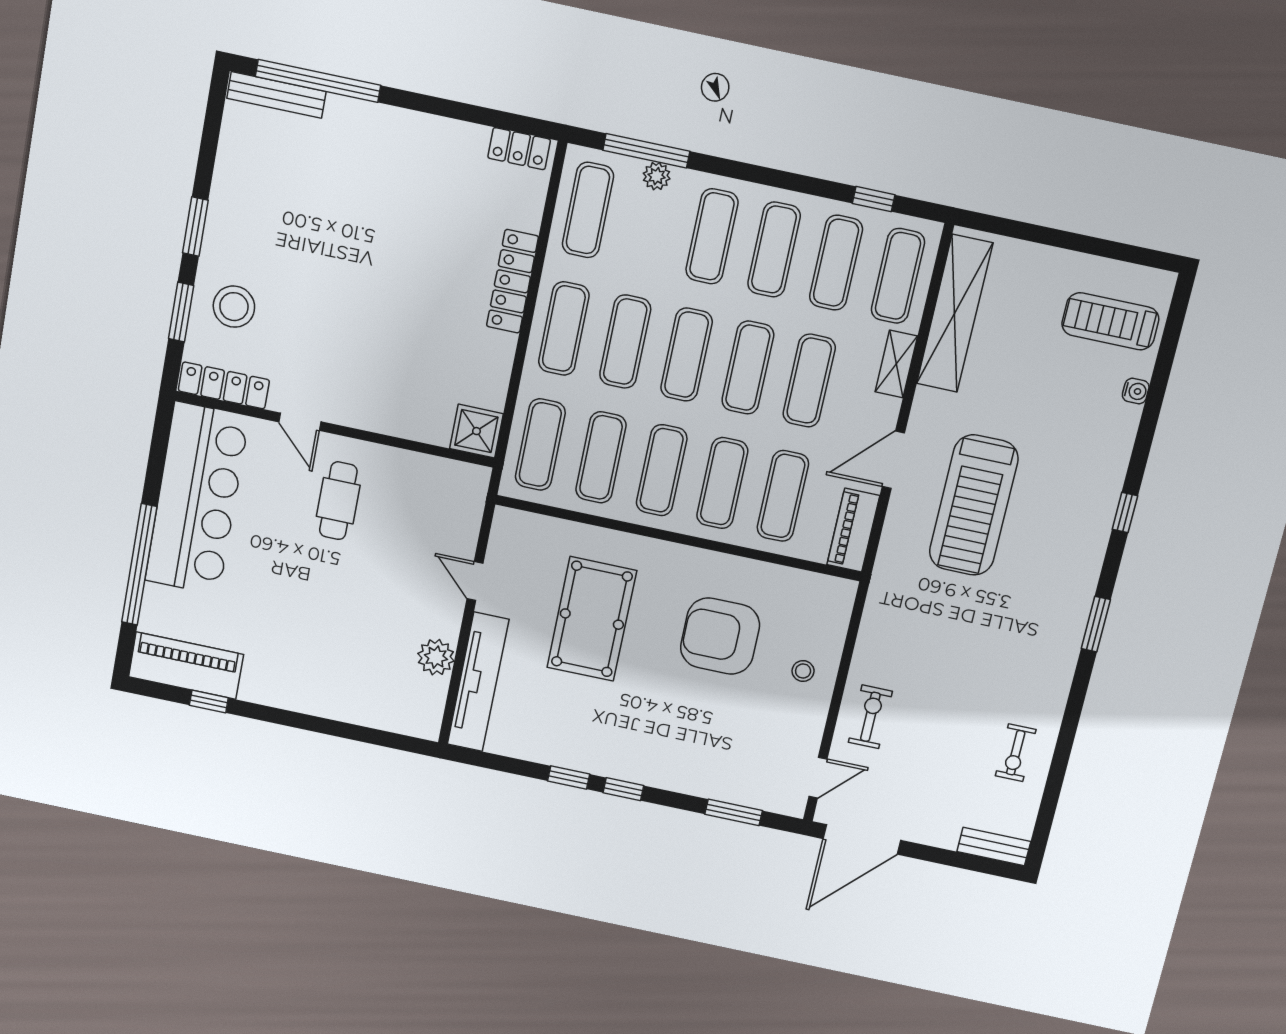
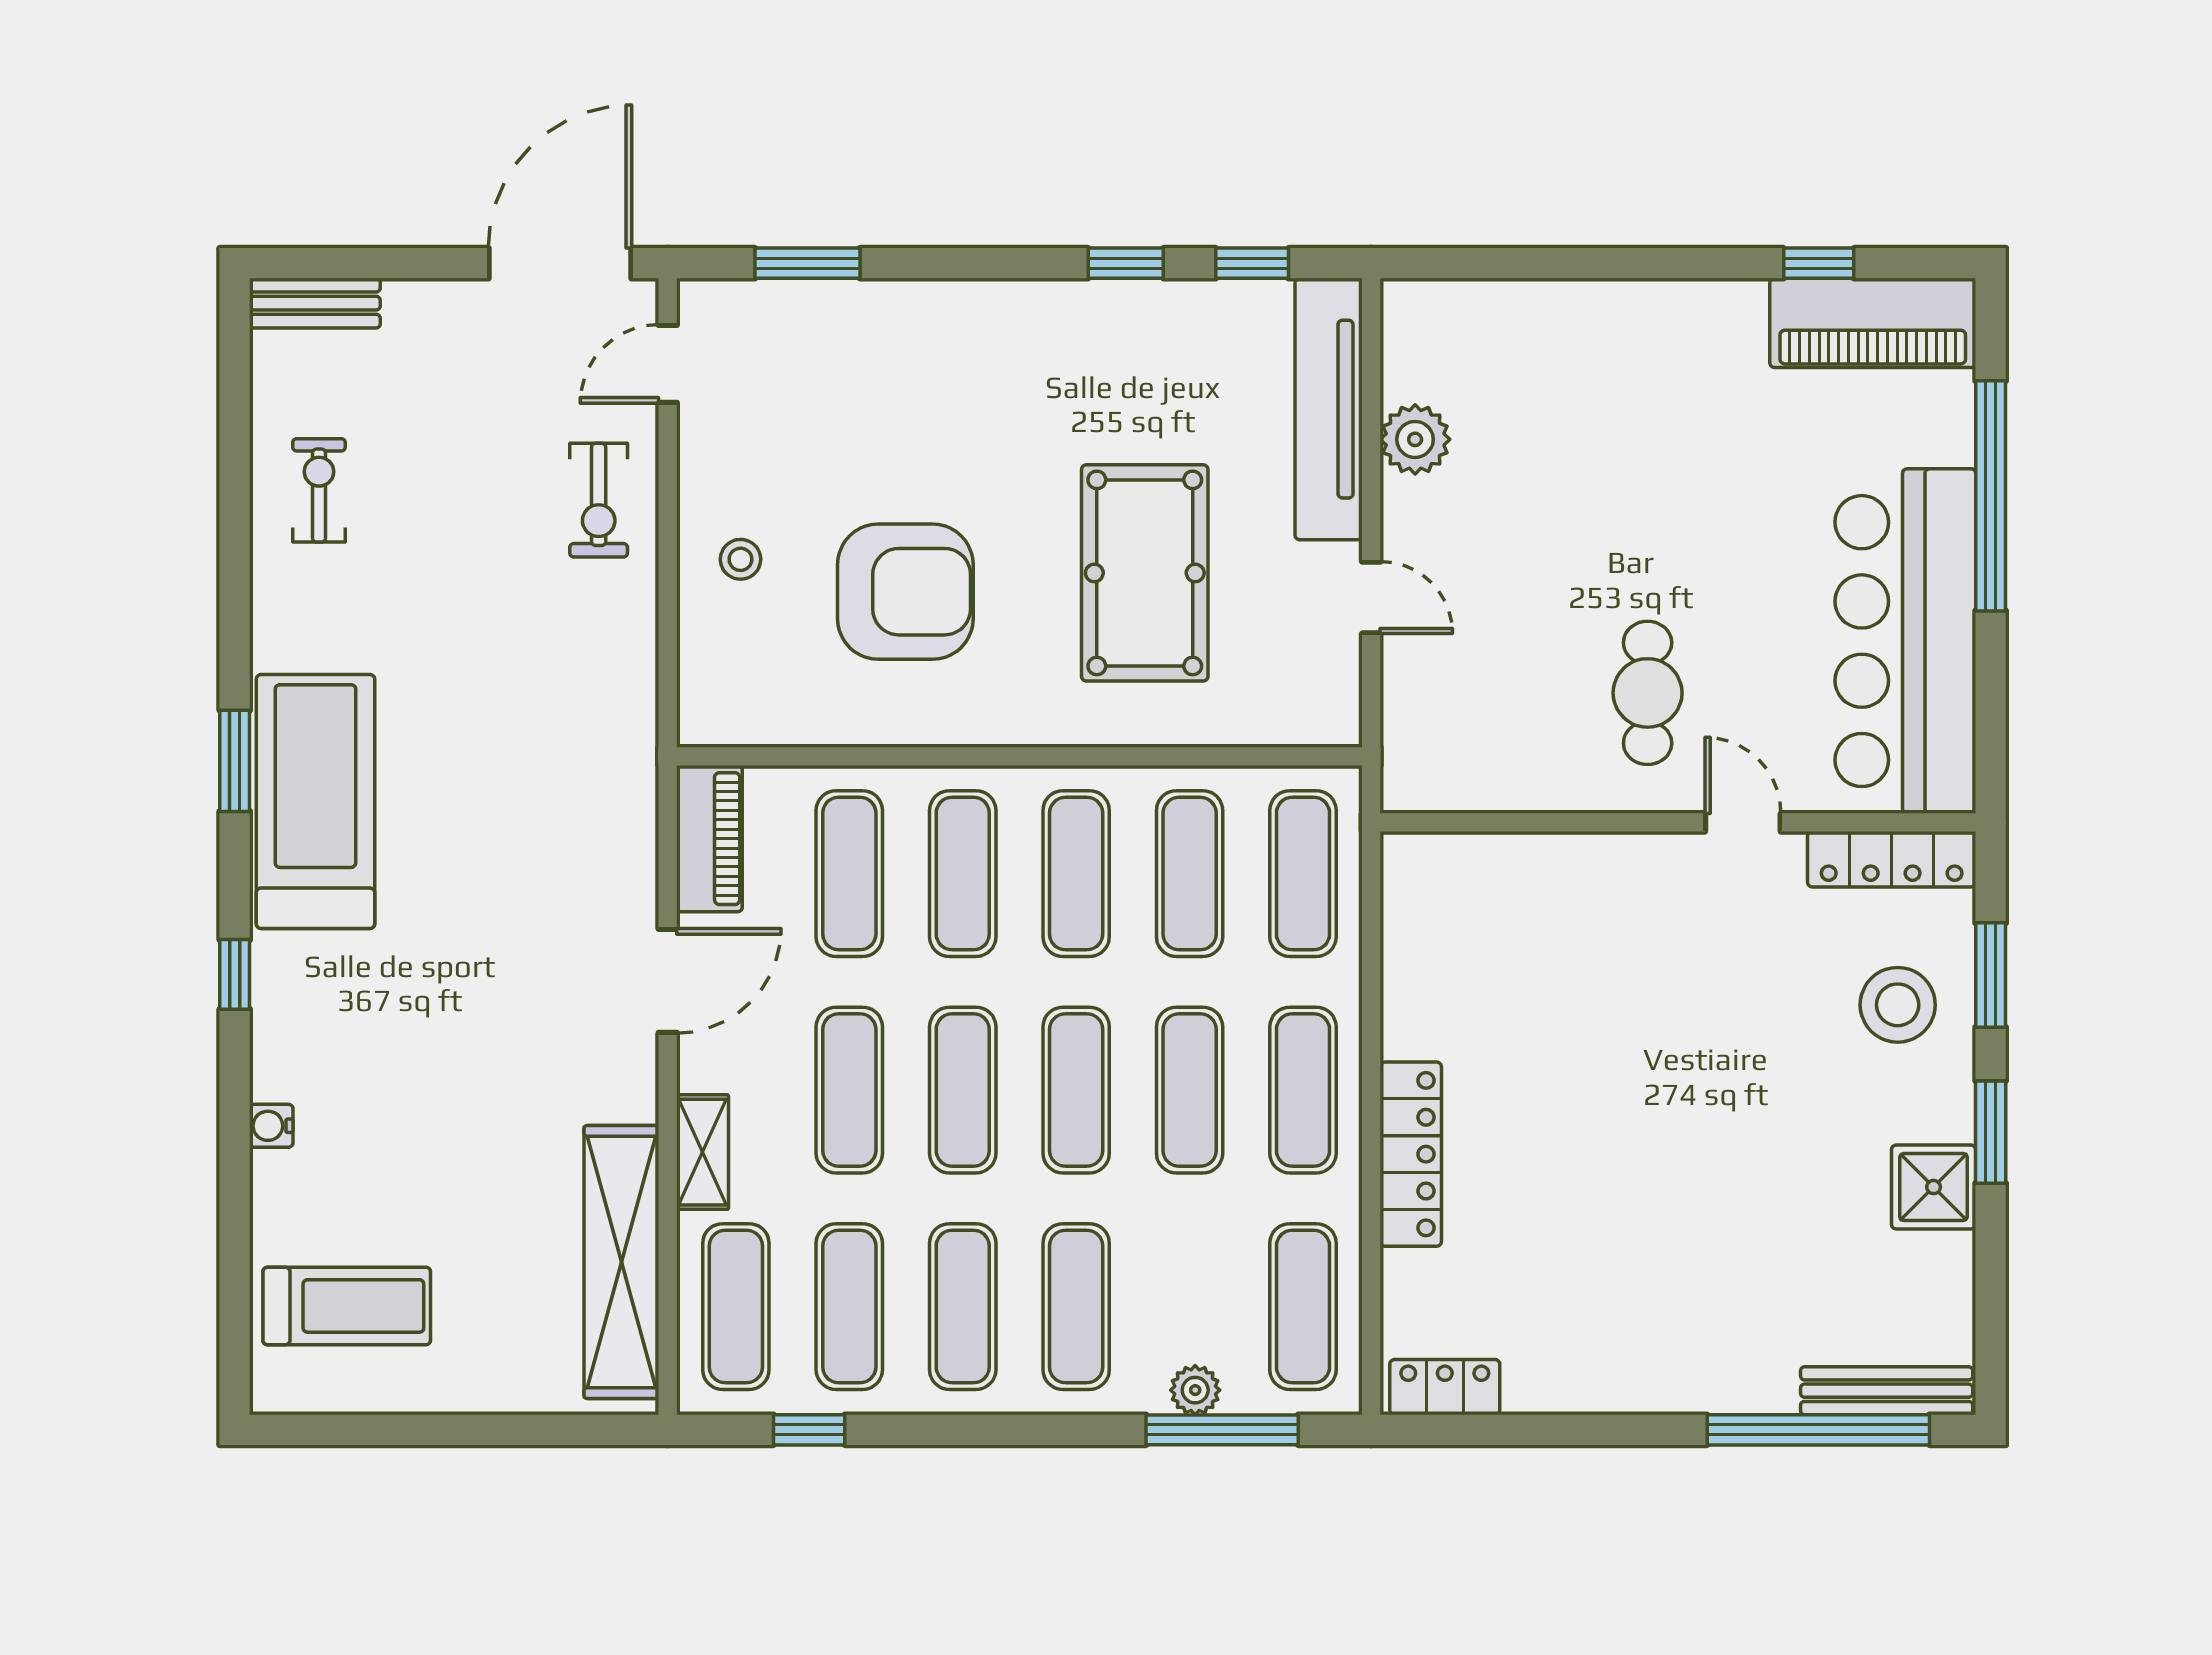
water cooler: (1136, 391) -> (271, 1126), moved
shower: (476, 431) -> (1934, 1187), moved
treadmill: (974, 505) -> (315, 801), moved
window: (623, 789) -> (1252, 263), moved

